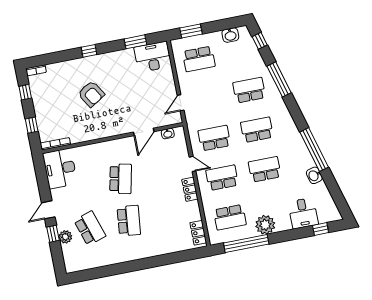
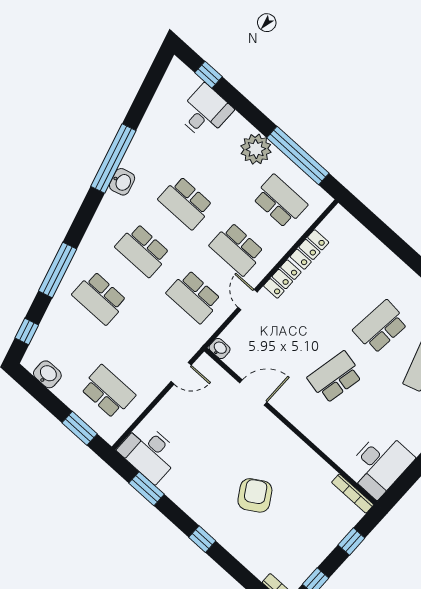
washbasin: (168, 134) -> (220, 348), moved
washbasin: (314, 175) -> (122, 182), moved
locker: (198, 233) -> (309, 249), moved

